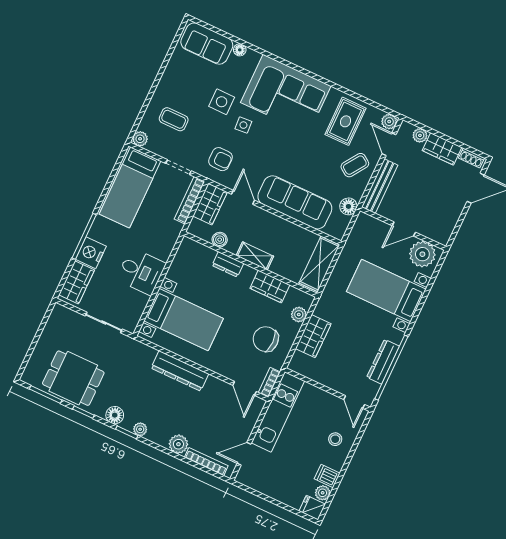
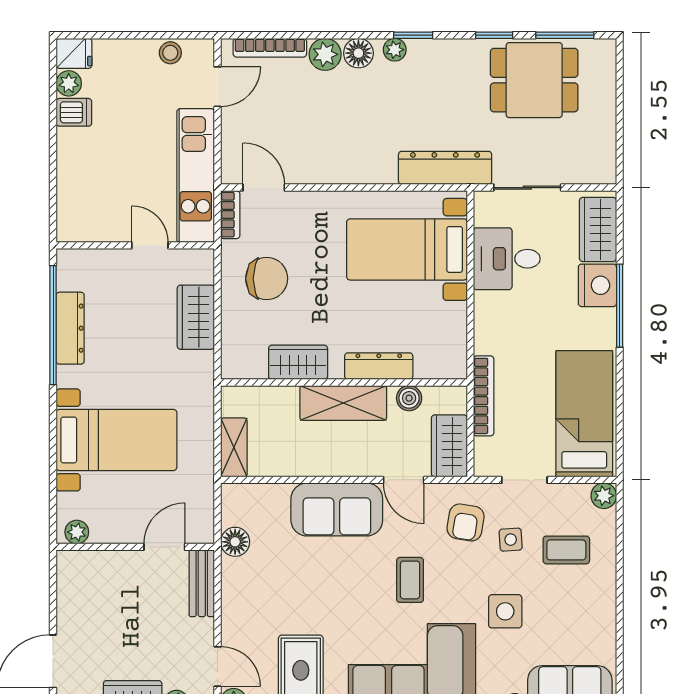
side table: (243, 125) -> (511, 540), moved
armchair: (221, 159) -> (466, 522), turned -81
coffee table: (355, 165) -> (410, 580), moved, turned -34
bench: (380, 186) -> (202, 583), width x0.73
bookcase: (189, 200) -> (484, 396), moved
sofa: (295, 202) -> (337, 509), width x0.73
door: (404, 229) -> (164, 547), moved
plant: (422, 254) -> (77, 532), width x0.53, depth x0.53
shelving: (255, 256) -> (343, 403), width x1.50, depth x1.33
dresser: (228, 264) -> (379, 366), width x1.44
shelving: (319, 264) -> (234, 447), width x0.67, depth x0.75
desk: (141, 272) -> (507, 259), moved
plant: (299, 315) -> (234, 340), removed
dresser: (180, 371) -> (445, 168), moved
door: (354, 402) -> (150, 245), moved
floor lamp: (115, 415) -> (358, 53), moved
stool: (335, 439) -> (170, 53), moved

